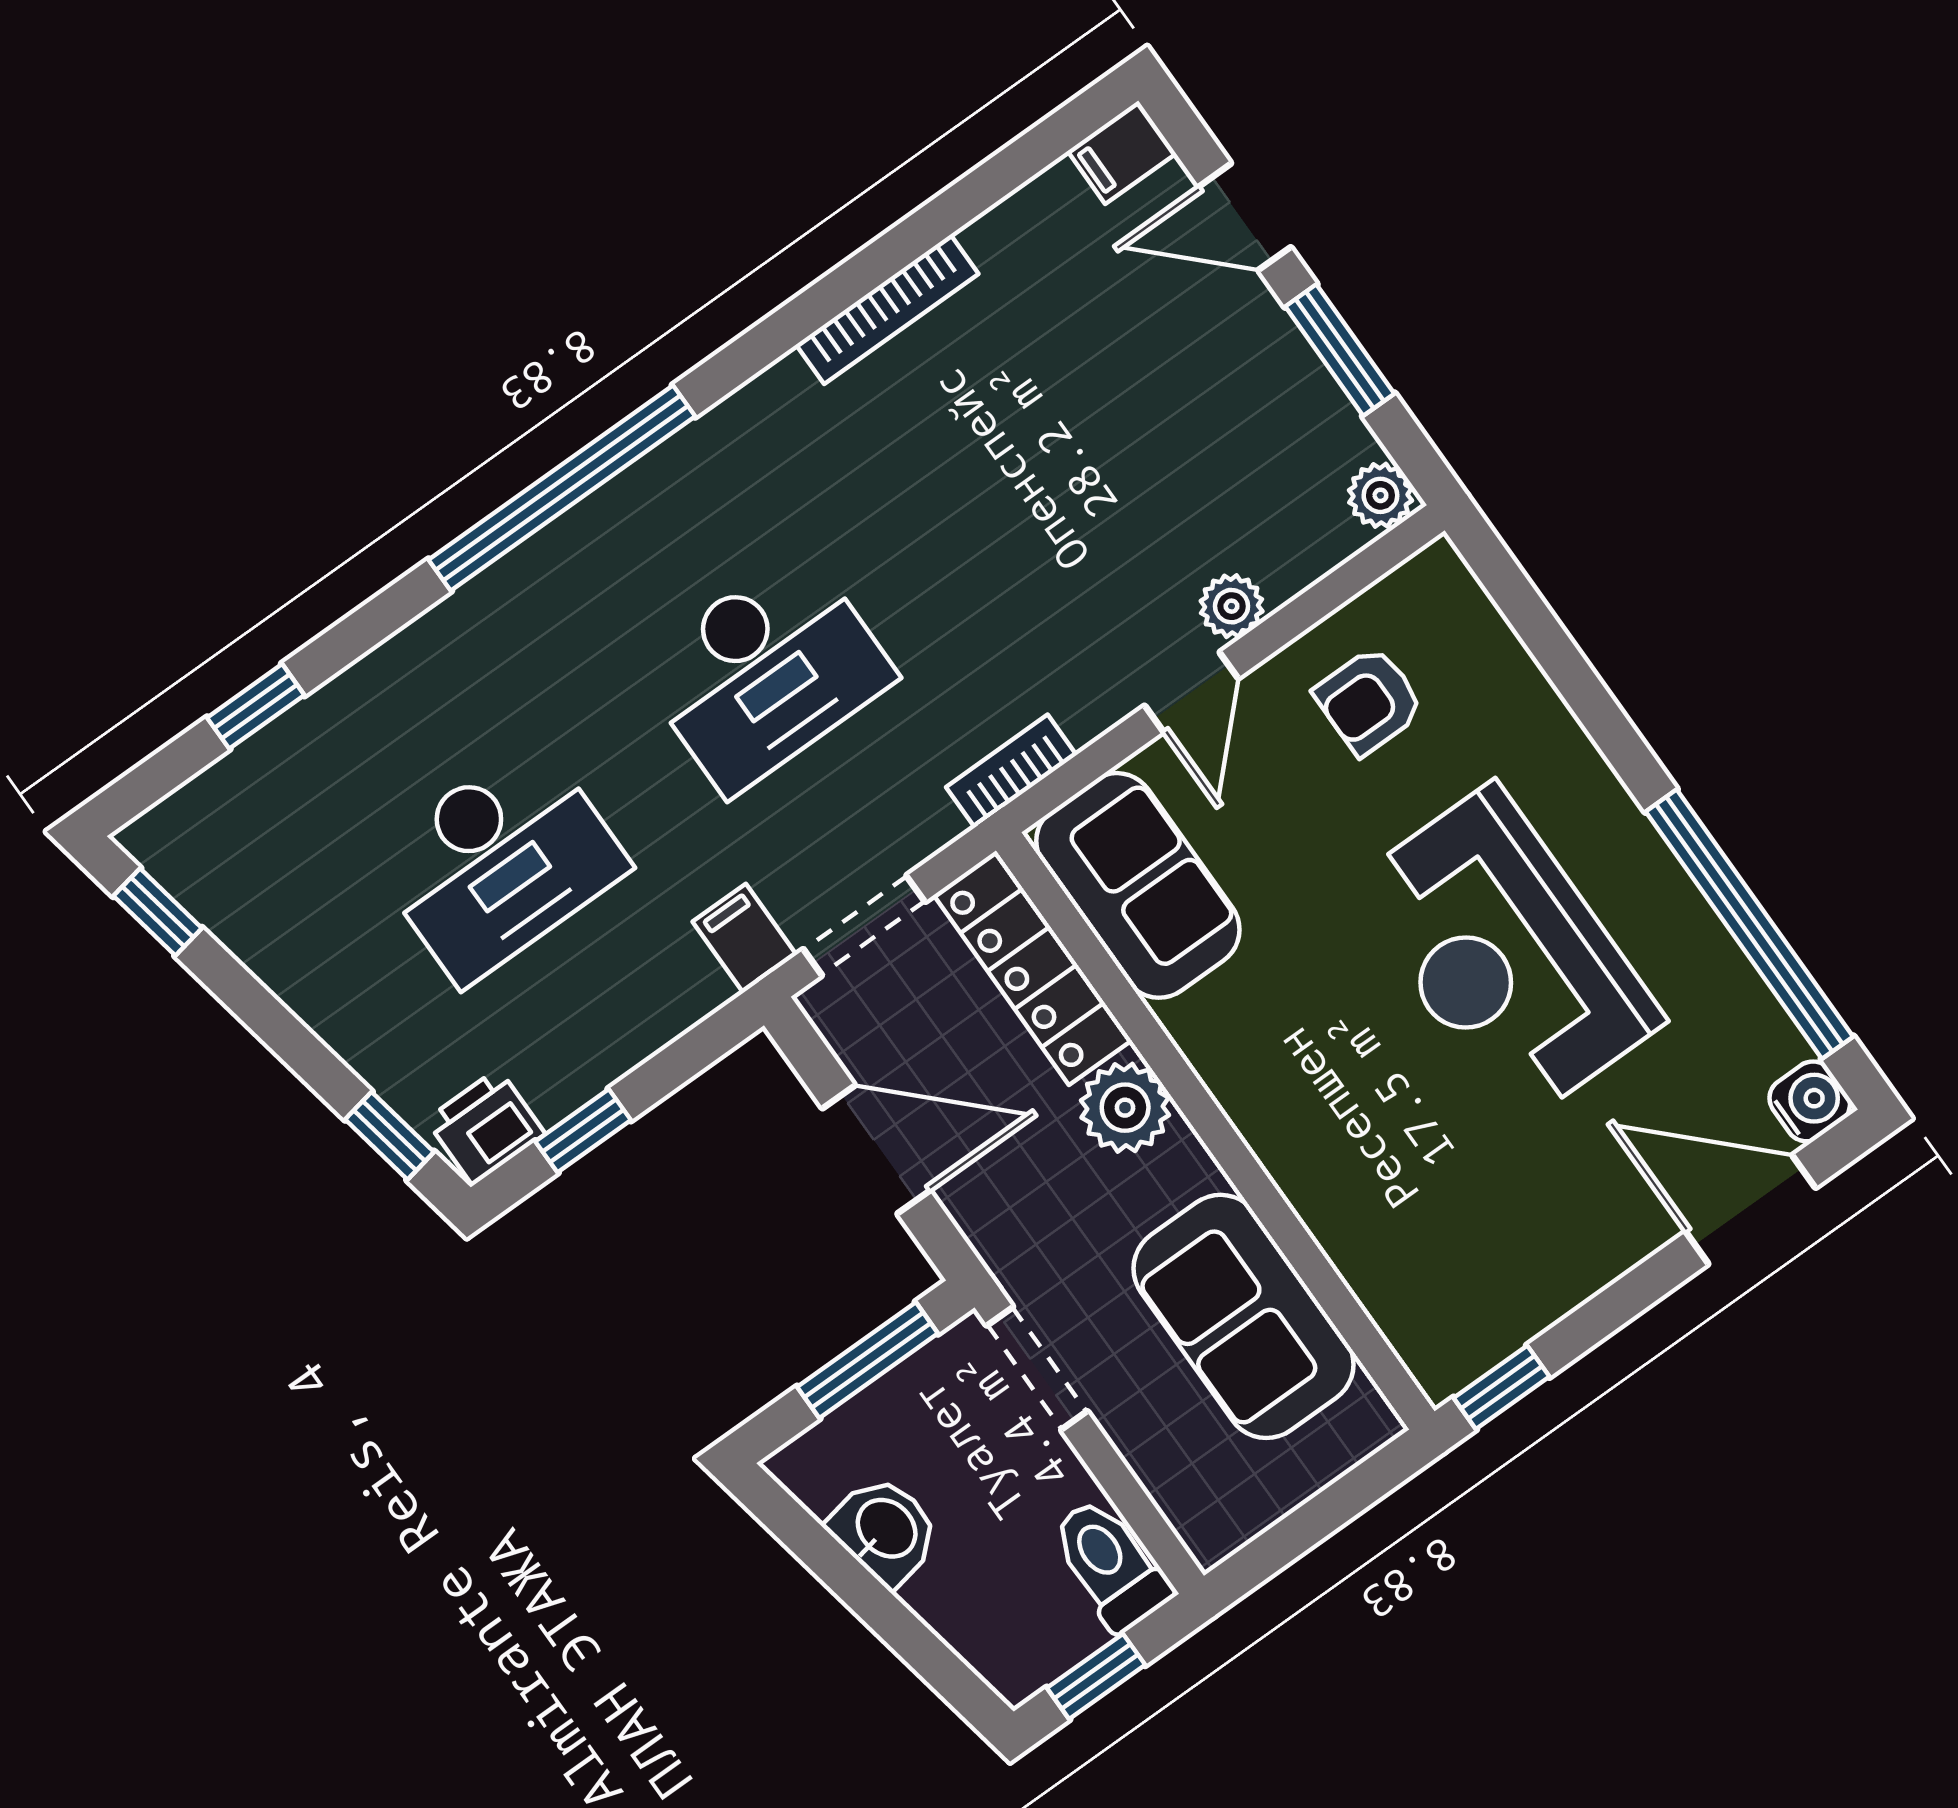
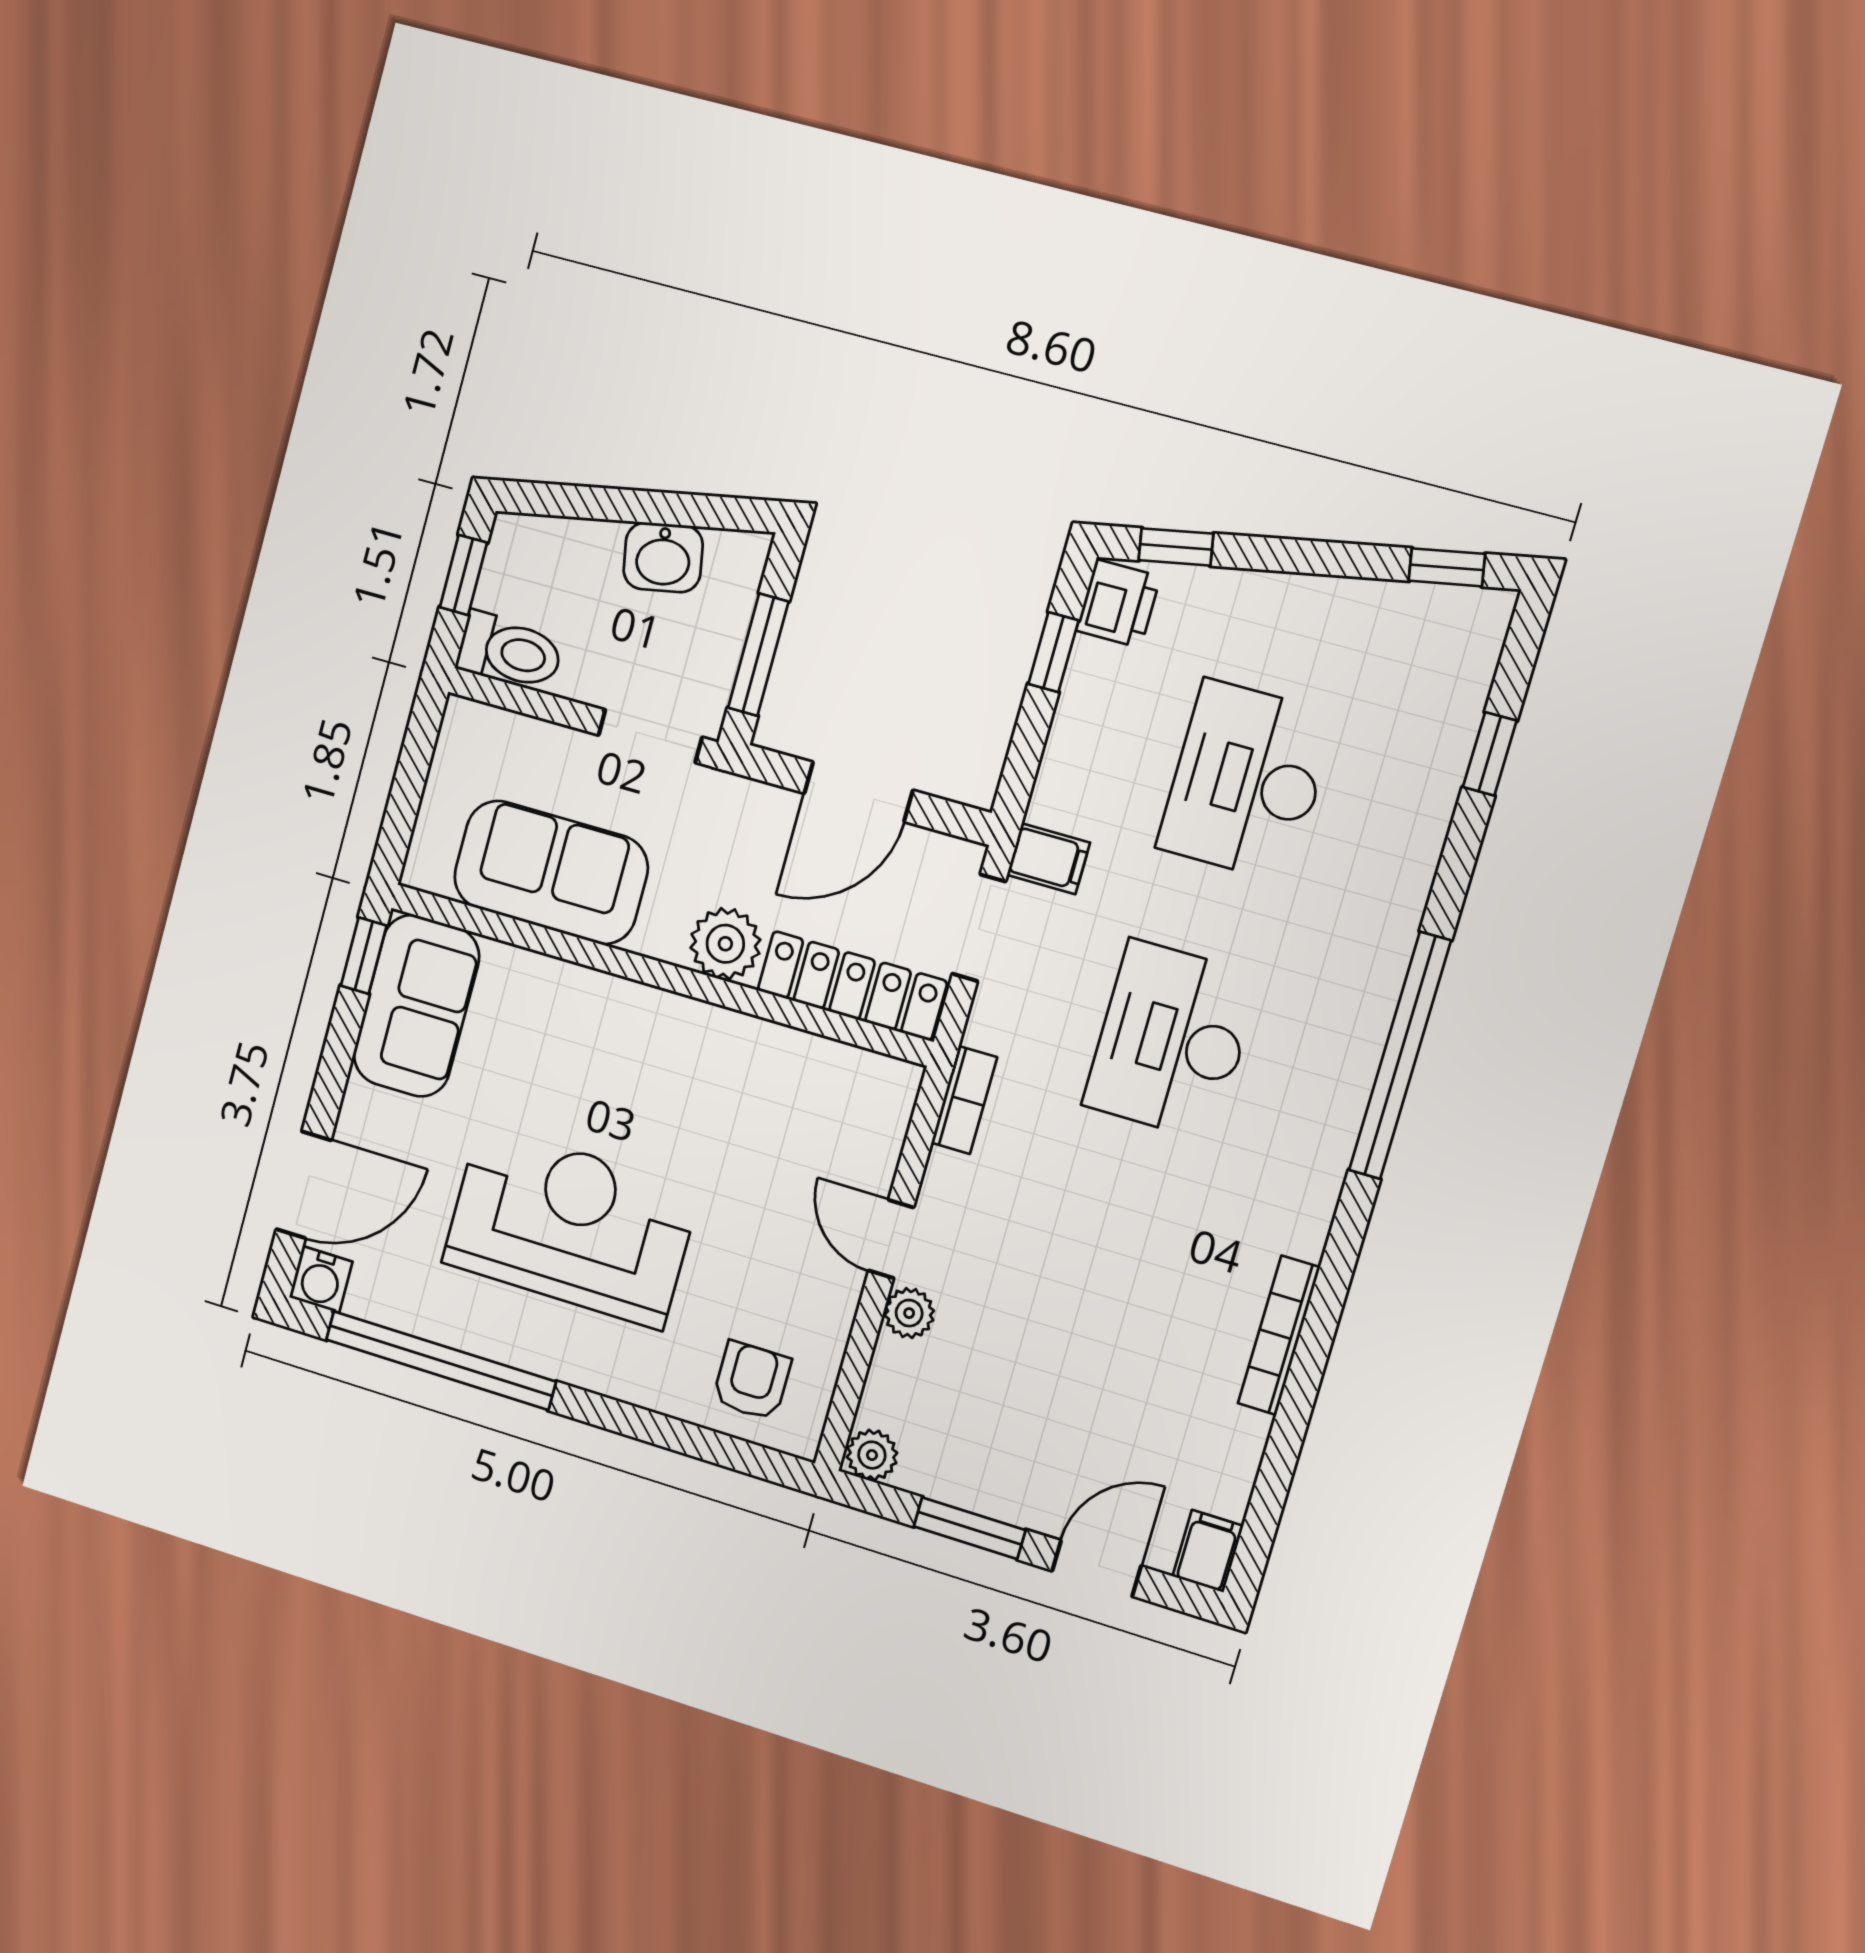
armchair: (1369, 701) -> (752, 1381), moved
sofa: (1138, 885) -> (416, 1006), moved, turned -90

